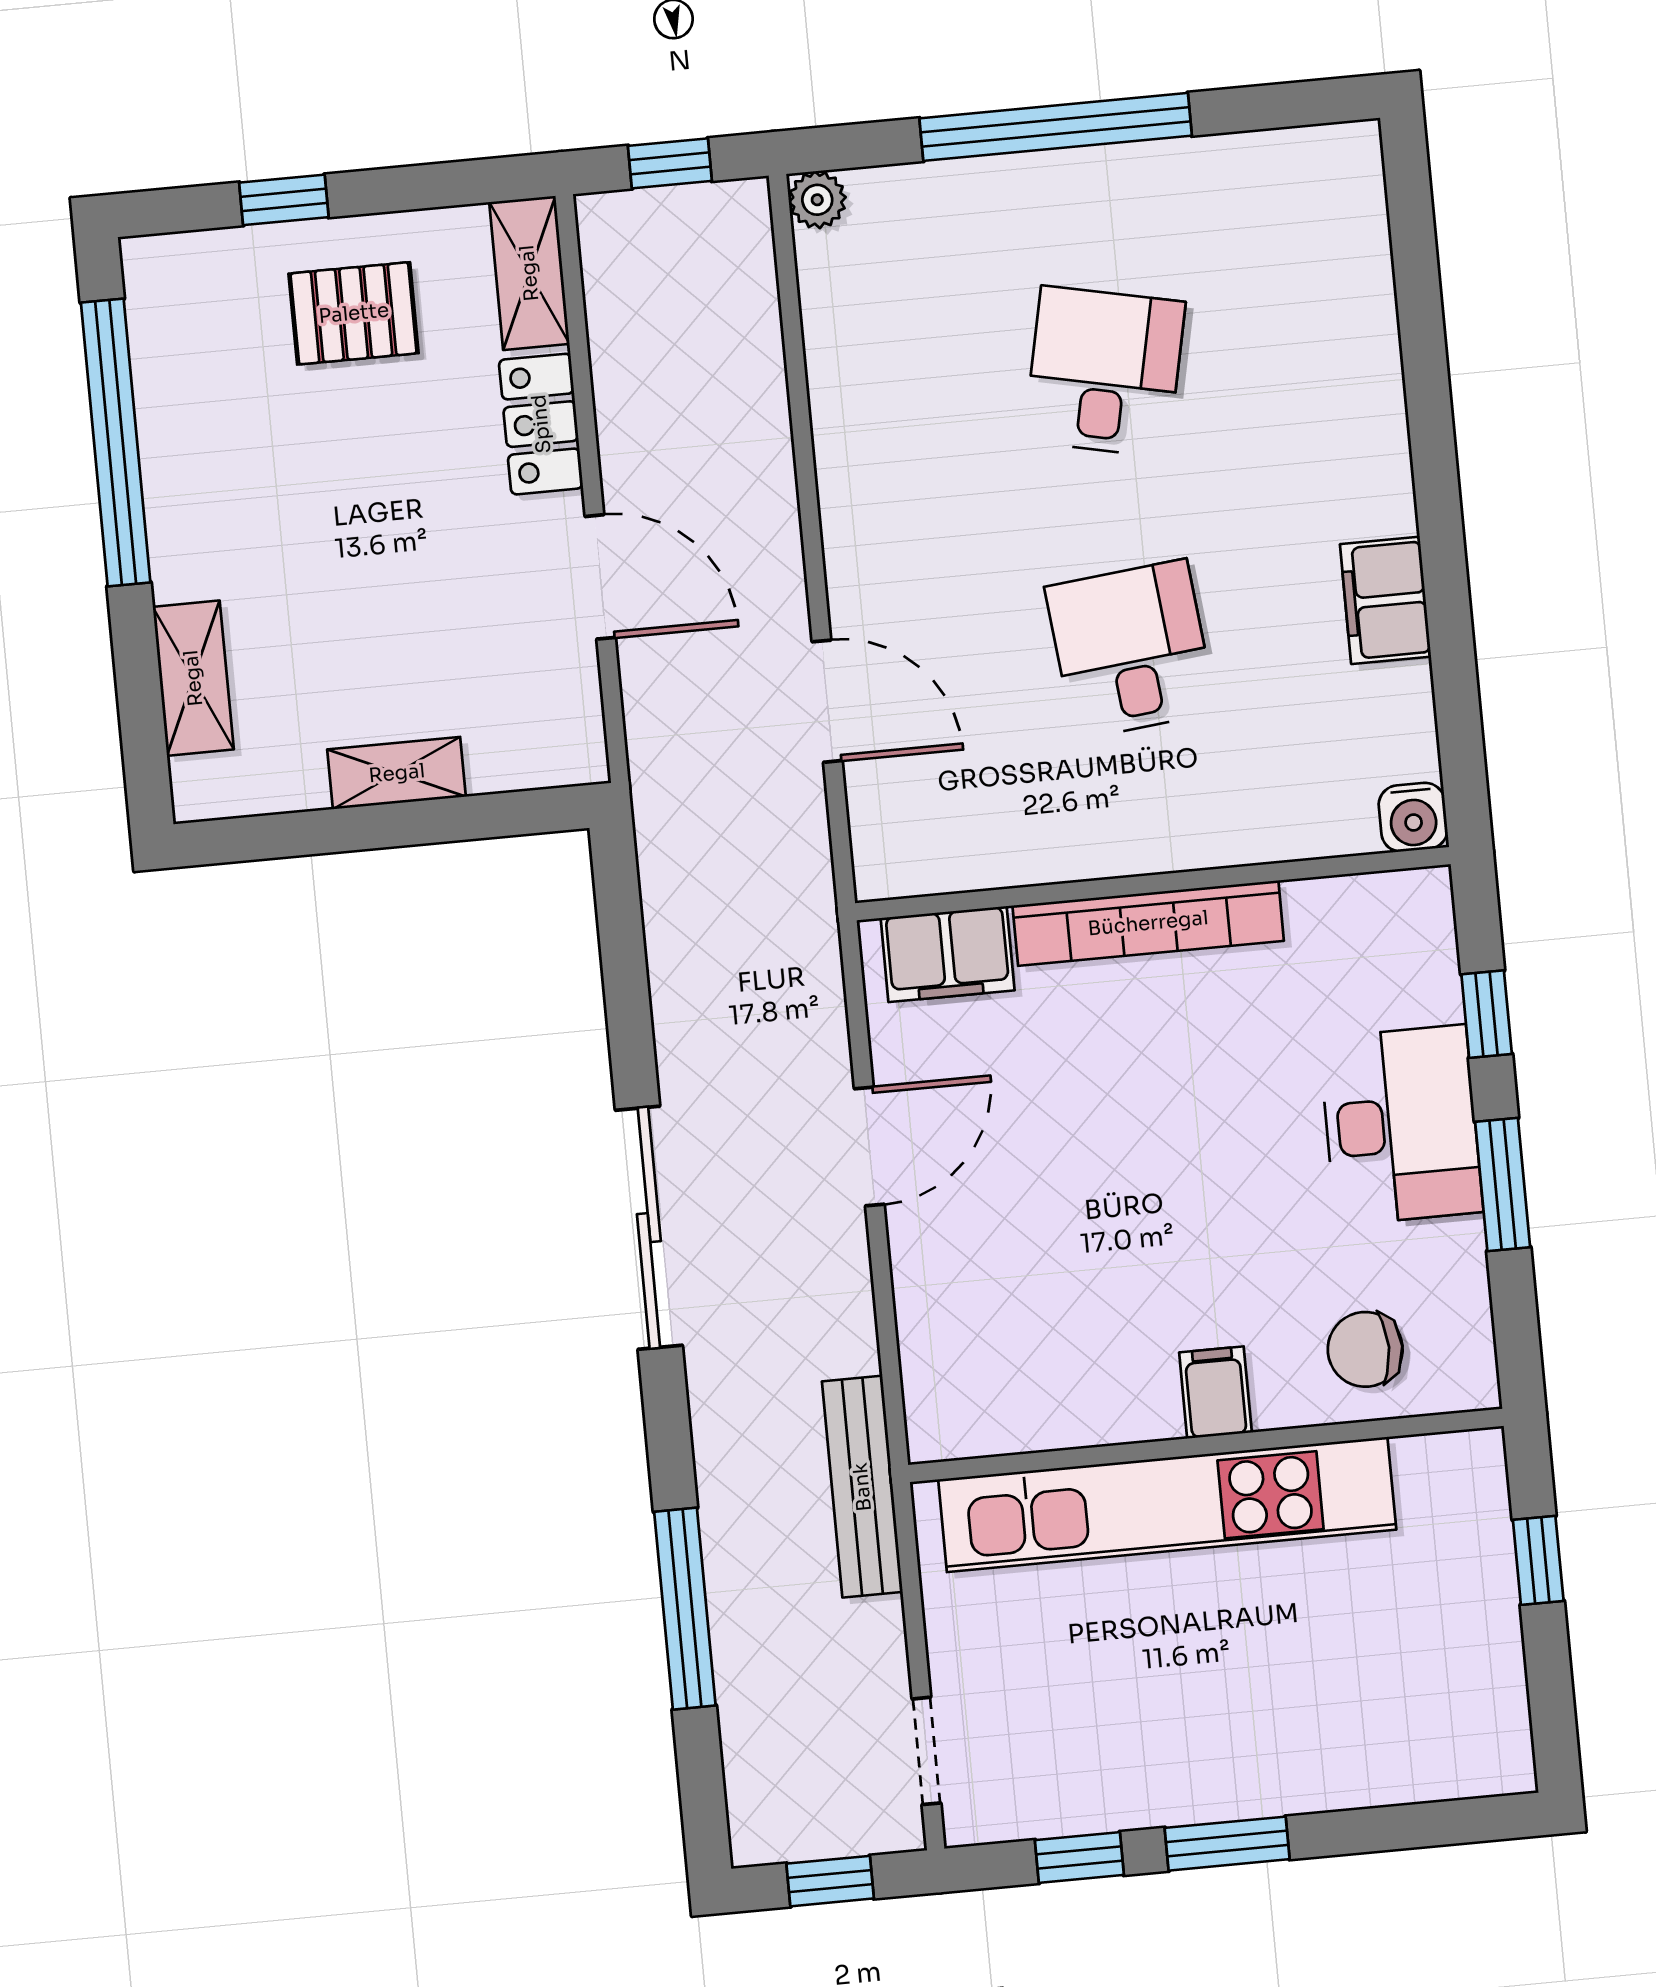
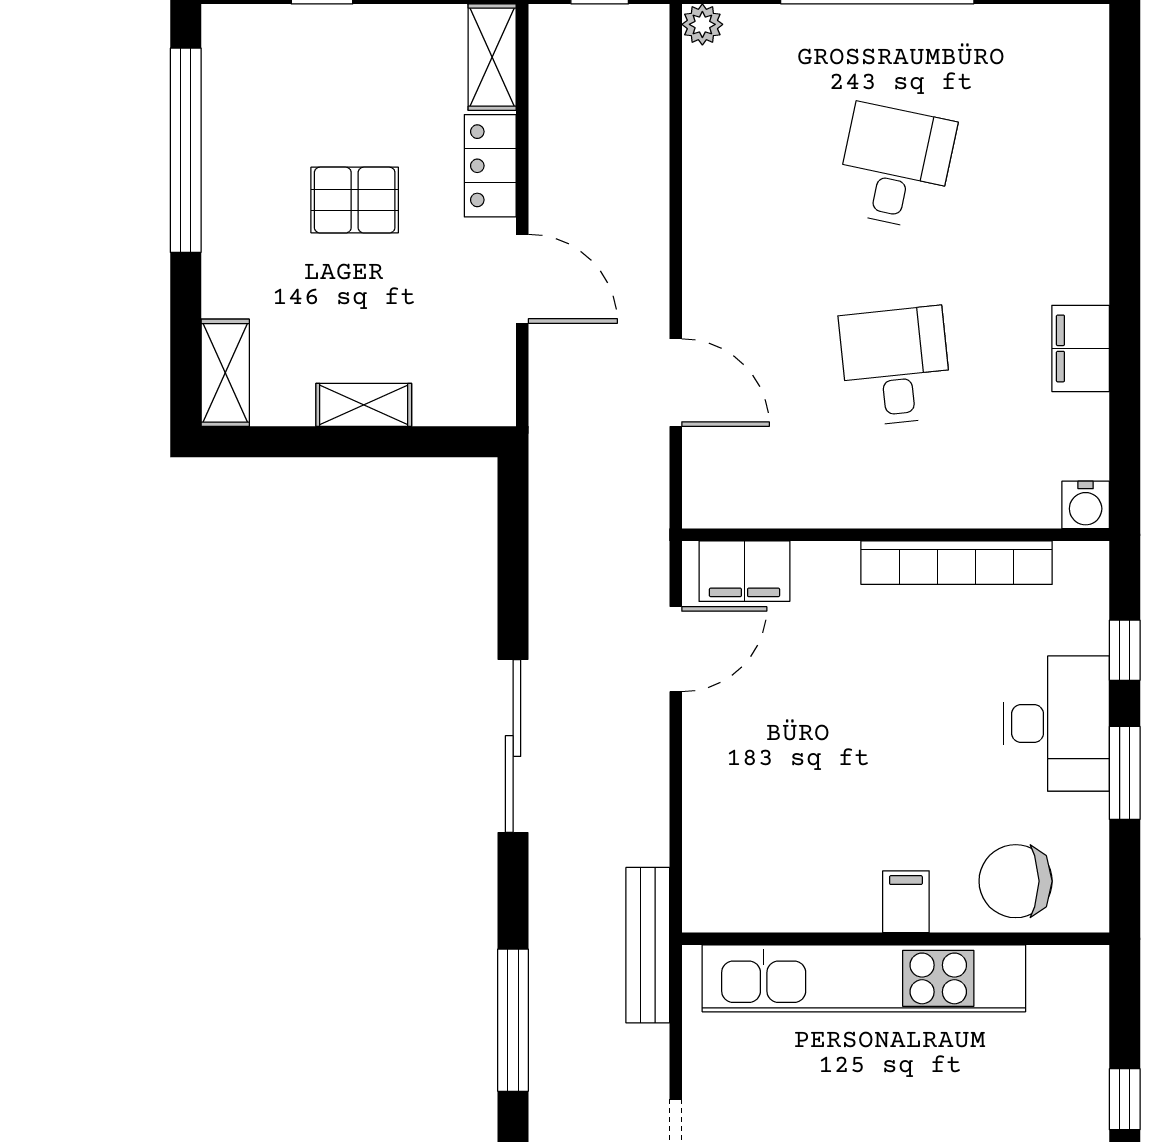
pallet: (354, 313) -> (355, 200), moved
shelving: (193, 678) -> (225, 373), moved
bookcase: (1148, 923) -> (957, 563), moved
door: (869, 1147) -> (676, 649), moved
chair: (1365, 1349) -> (1016, 881), width x1.37, depth x1.37
window: (1538, 1560) -> (1125, 1099), moved

